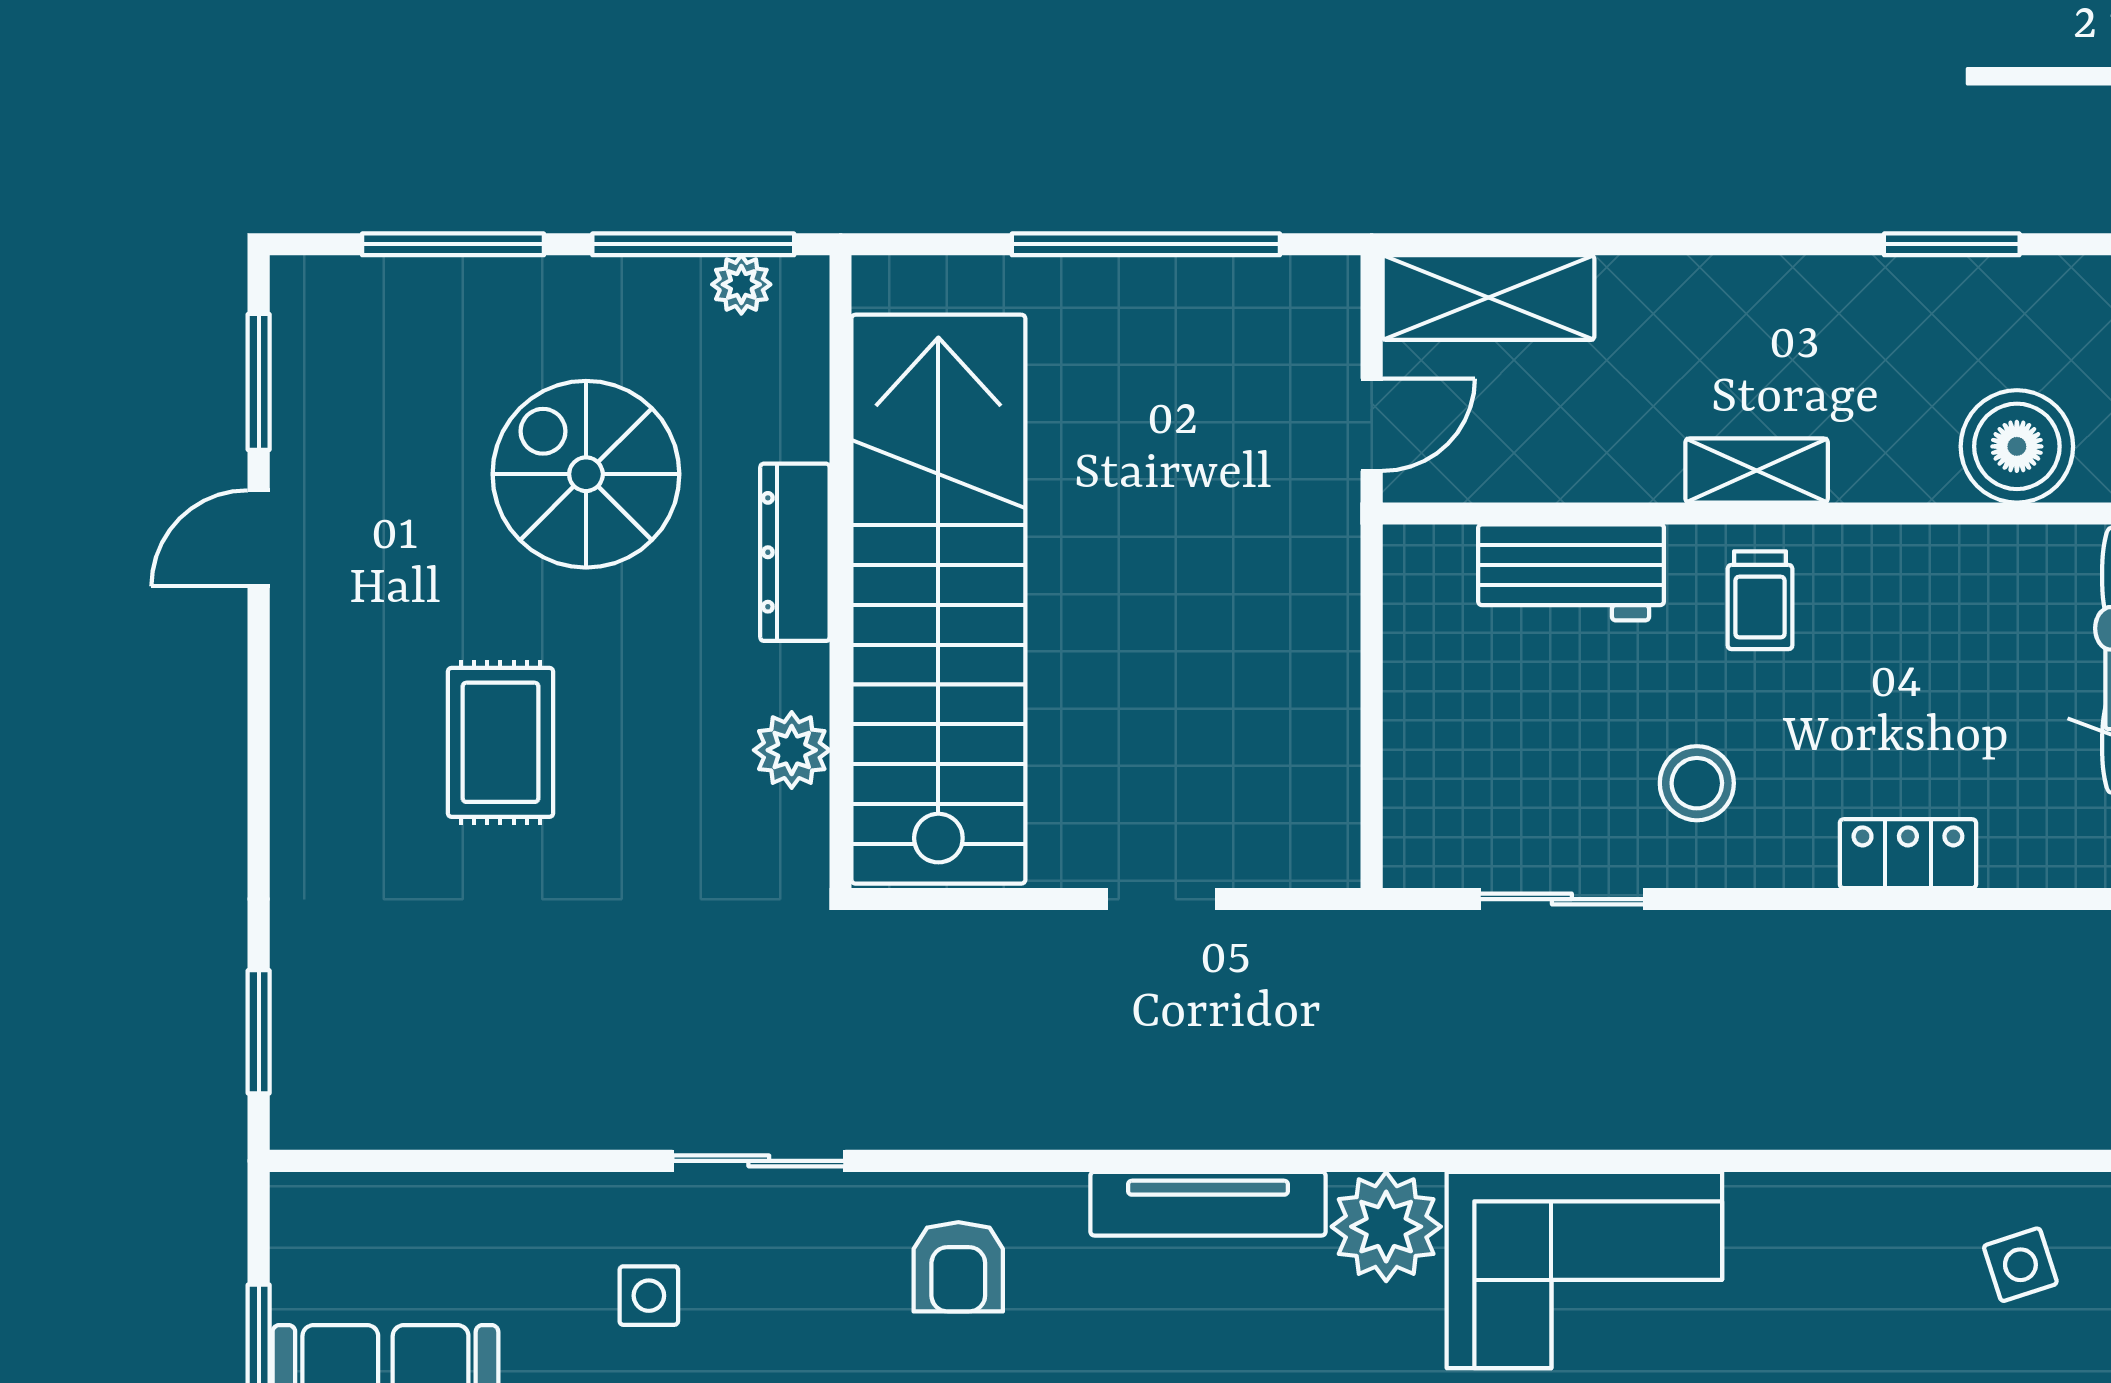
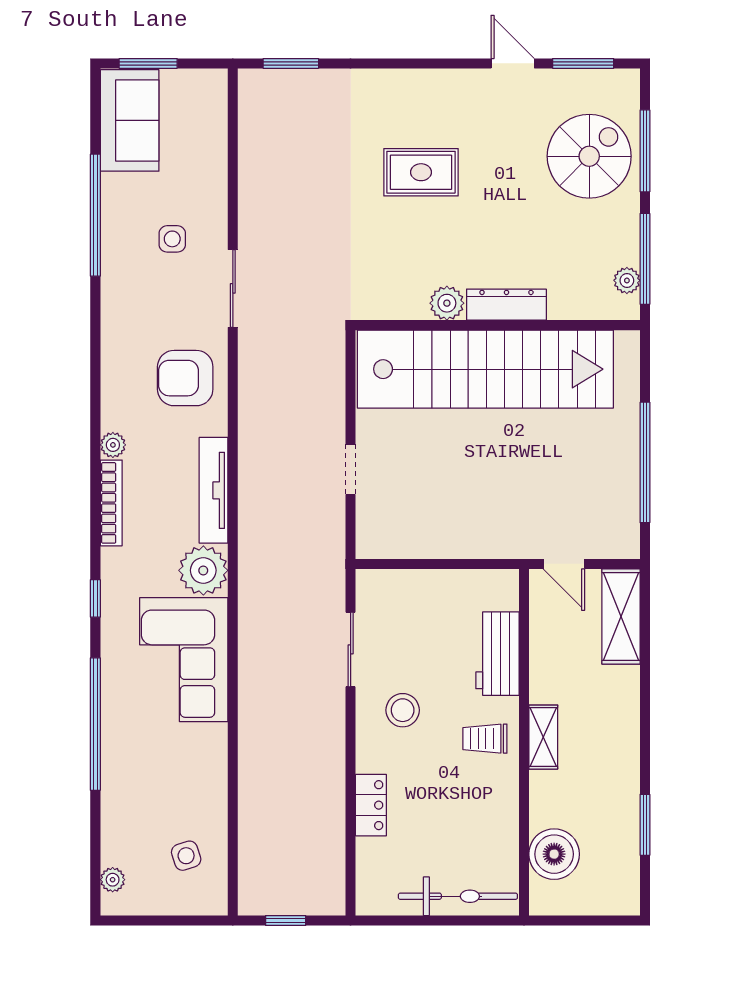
spiral stairs: (586, 474) -> (589, 156), moved
plant: (792, 750) -> (447, 303), moved
armchair: (958, 1267) -> (185, 378), width x1.38, depth x1.38

